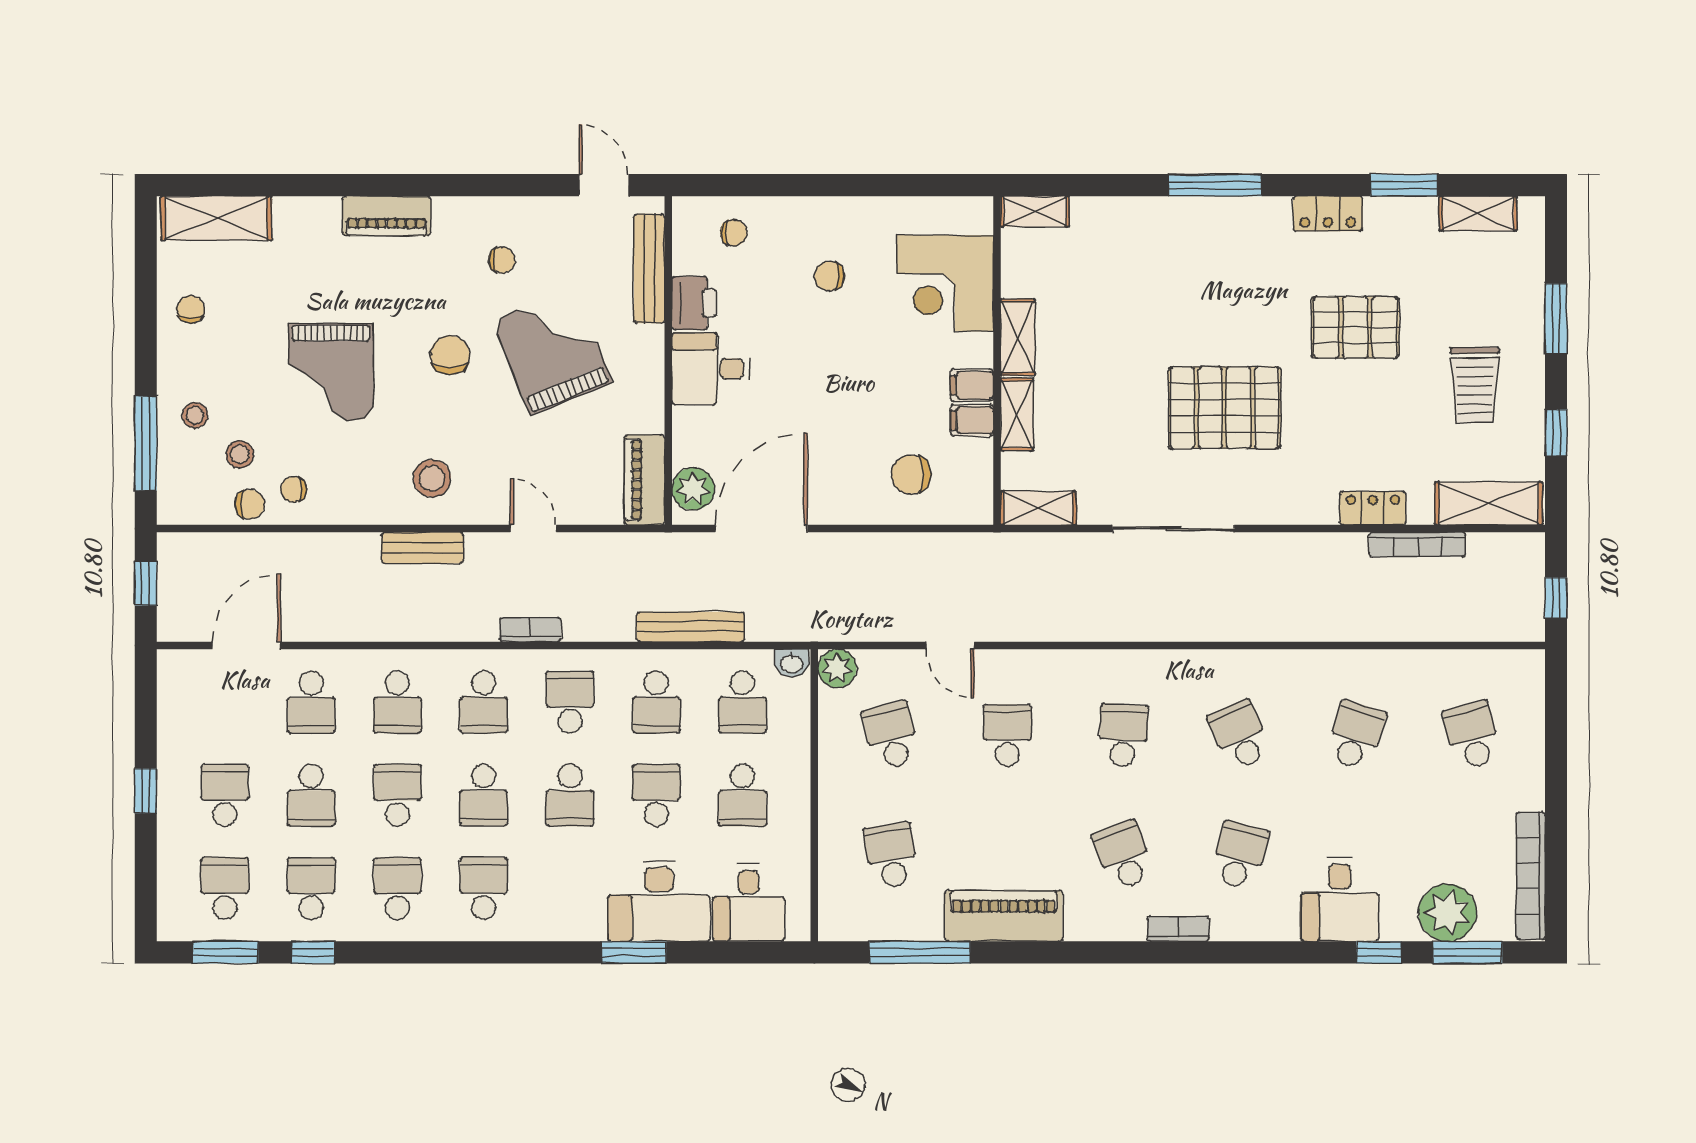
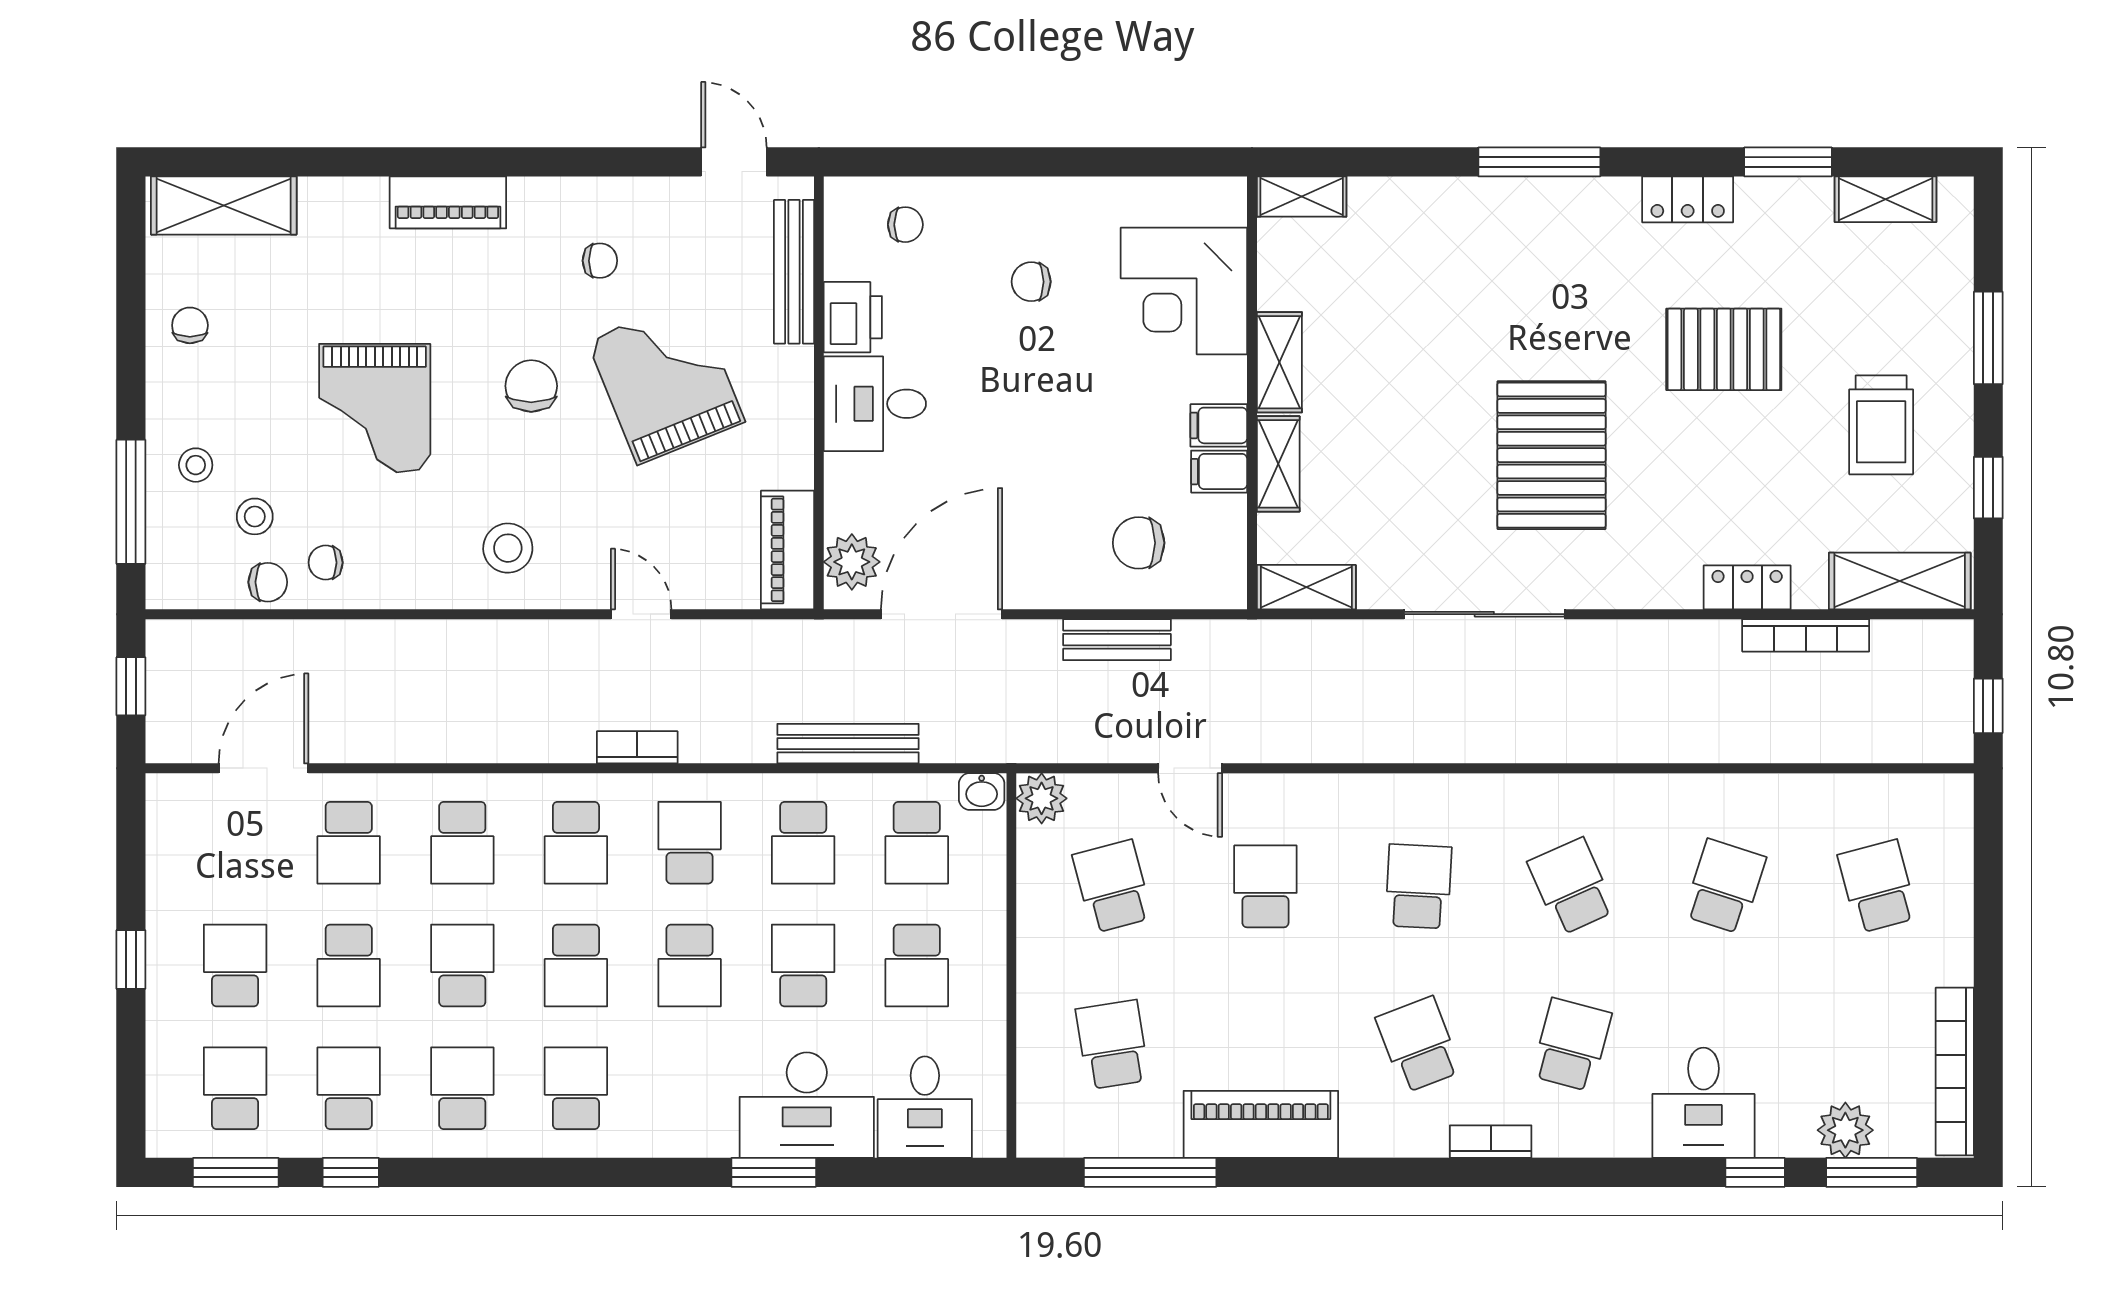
pallet: (1224, 408) -> (1552, 455), turned 90
bench: (422, 548) -> (1117, 640), moved
plant: (1447, 913) -> (1845, 1130), width x0.73, depth x0.73

